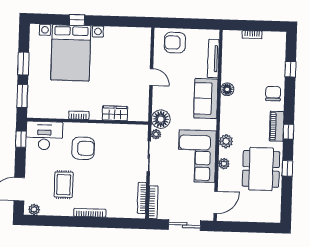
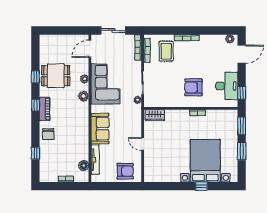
floor lamp: (227, 89) -> (84, 165), moved
wardrobe: (115, 113) -> (155, 115), moved
floor lamp: (161, 119) -> (134, 112), removed
desk: (44, 136) -> (227, 86), moved, turned -90
dining table: (261, 169) -> (56, 76), width x0.73
rug: (64, 185) -> (166, 51), moved

